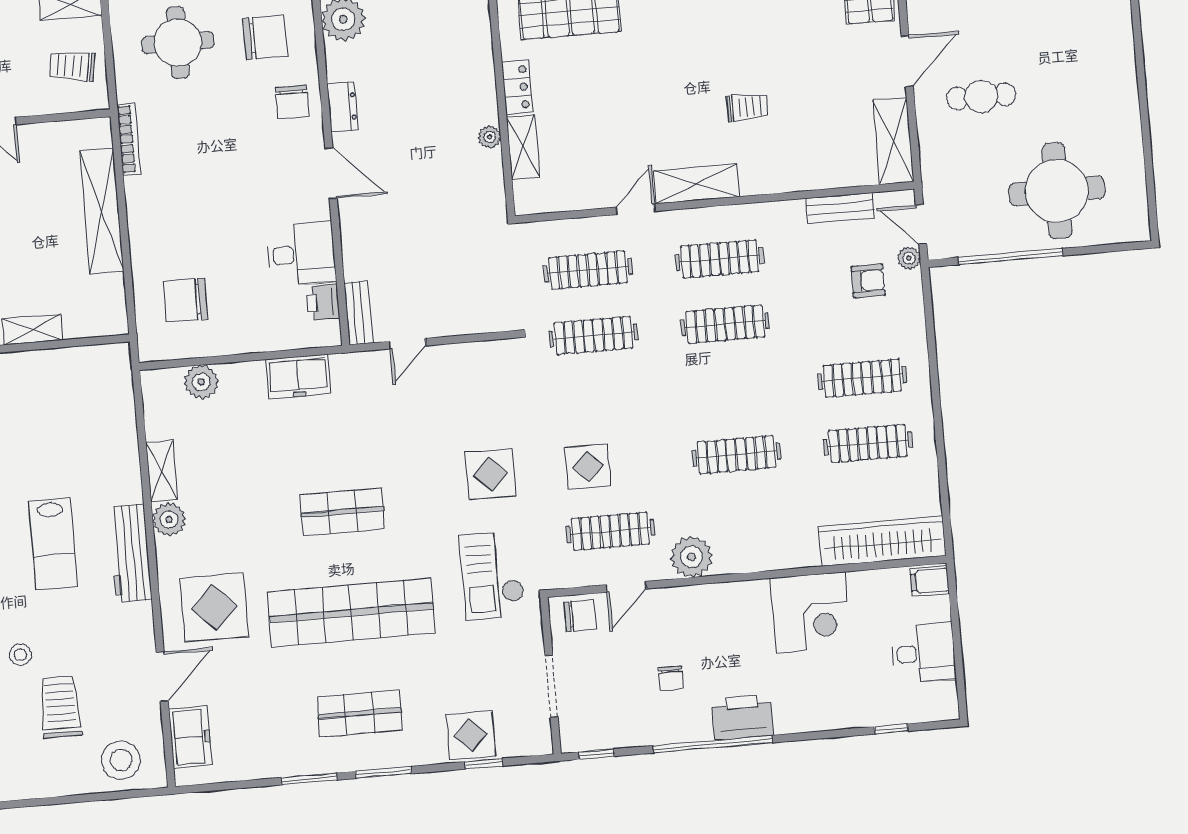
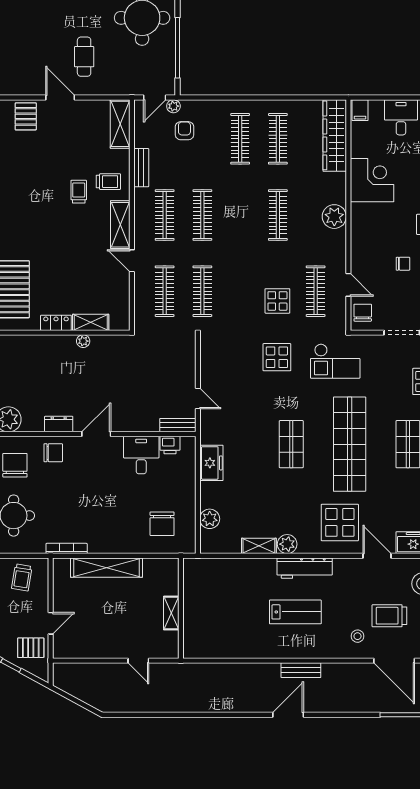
shelving: (893, 141) -> (120, 124), moved, turned 90
trolley: (769, 157) -> (108, 182), added
bench: (840, 208) -> (141, 168), moved
plant: (691, 557) -> (334, 217), moved

